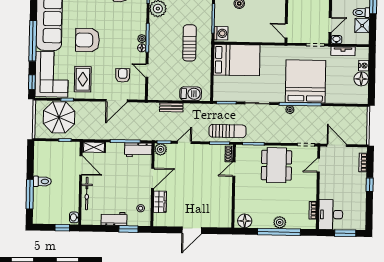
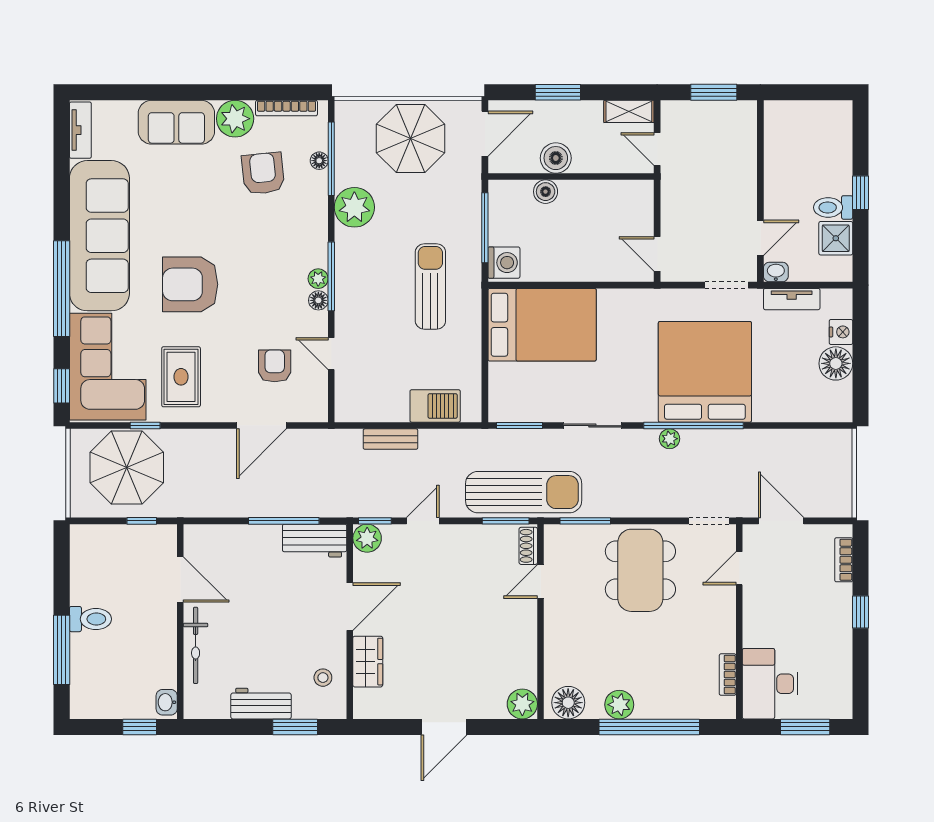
sun lounger: (227, 131) -> (524, 492), width x1.36, depth x1.34
shelving: (94, 147) -> (210, 536), removed
plant: (225, 221) -> (522, 704), added
plant: (280, 222) -> (619, 705), moved

